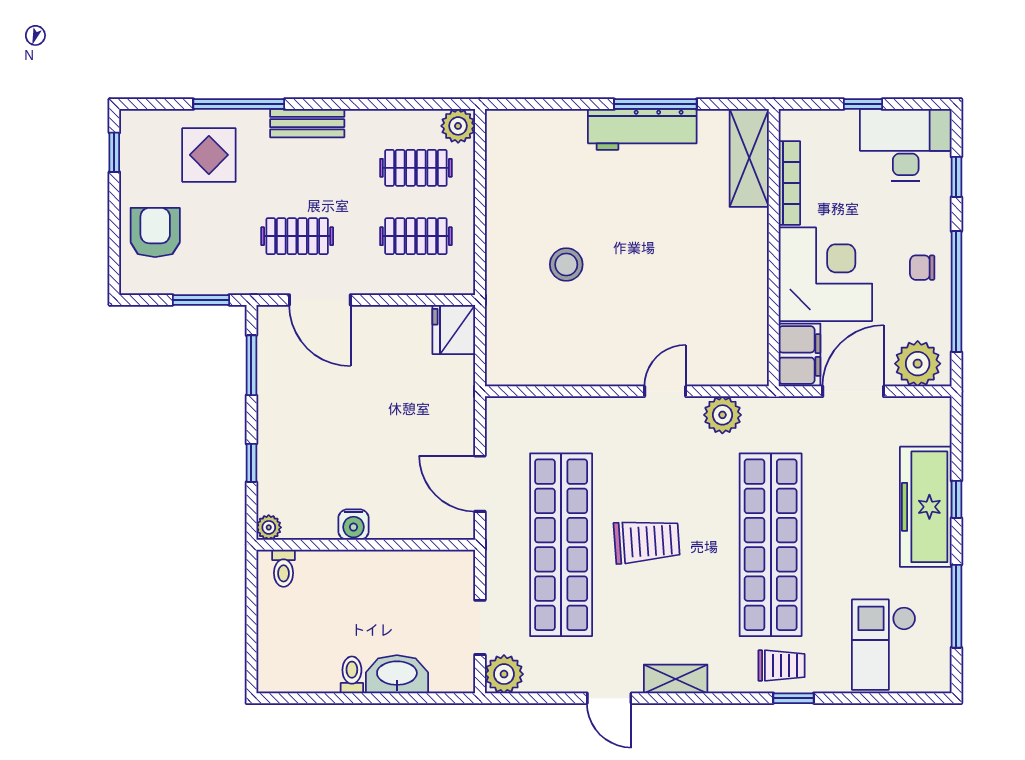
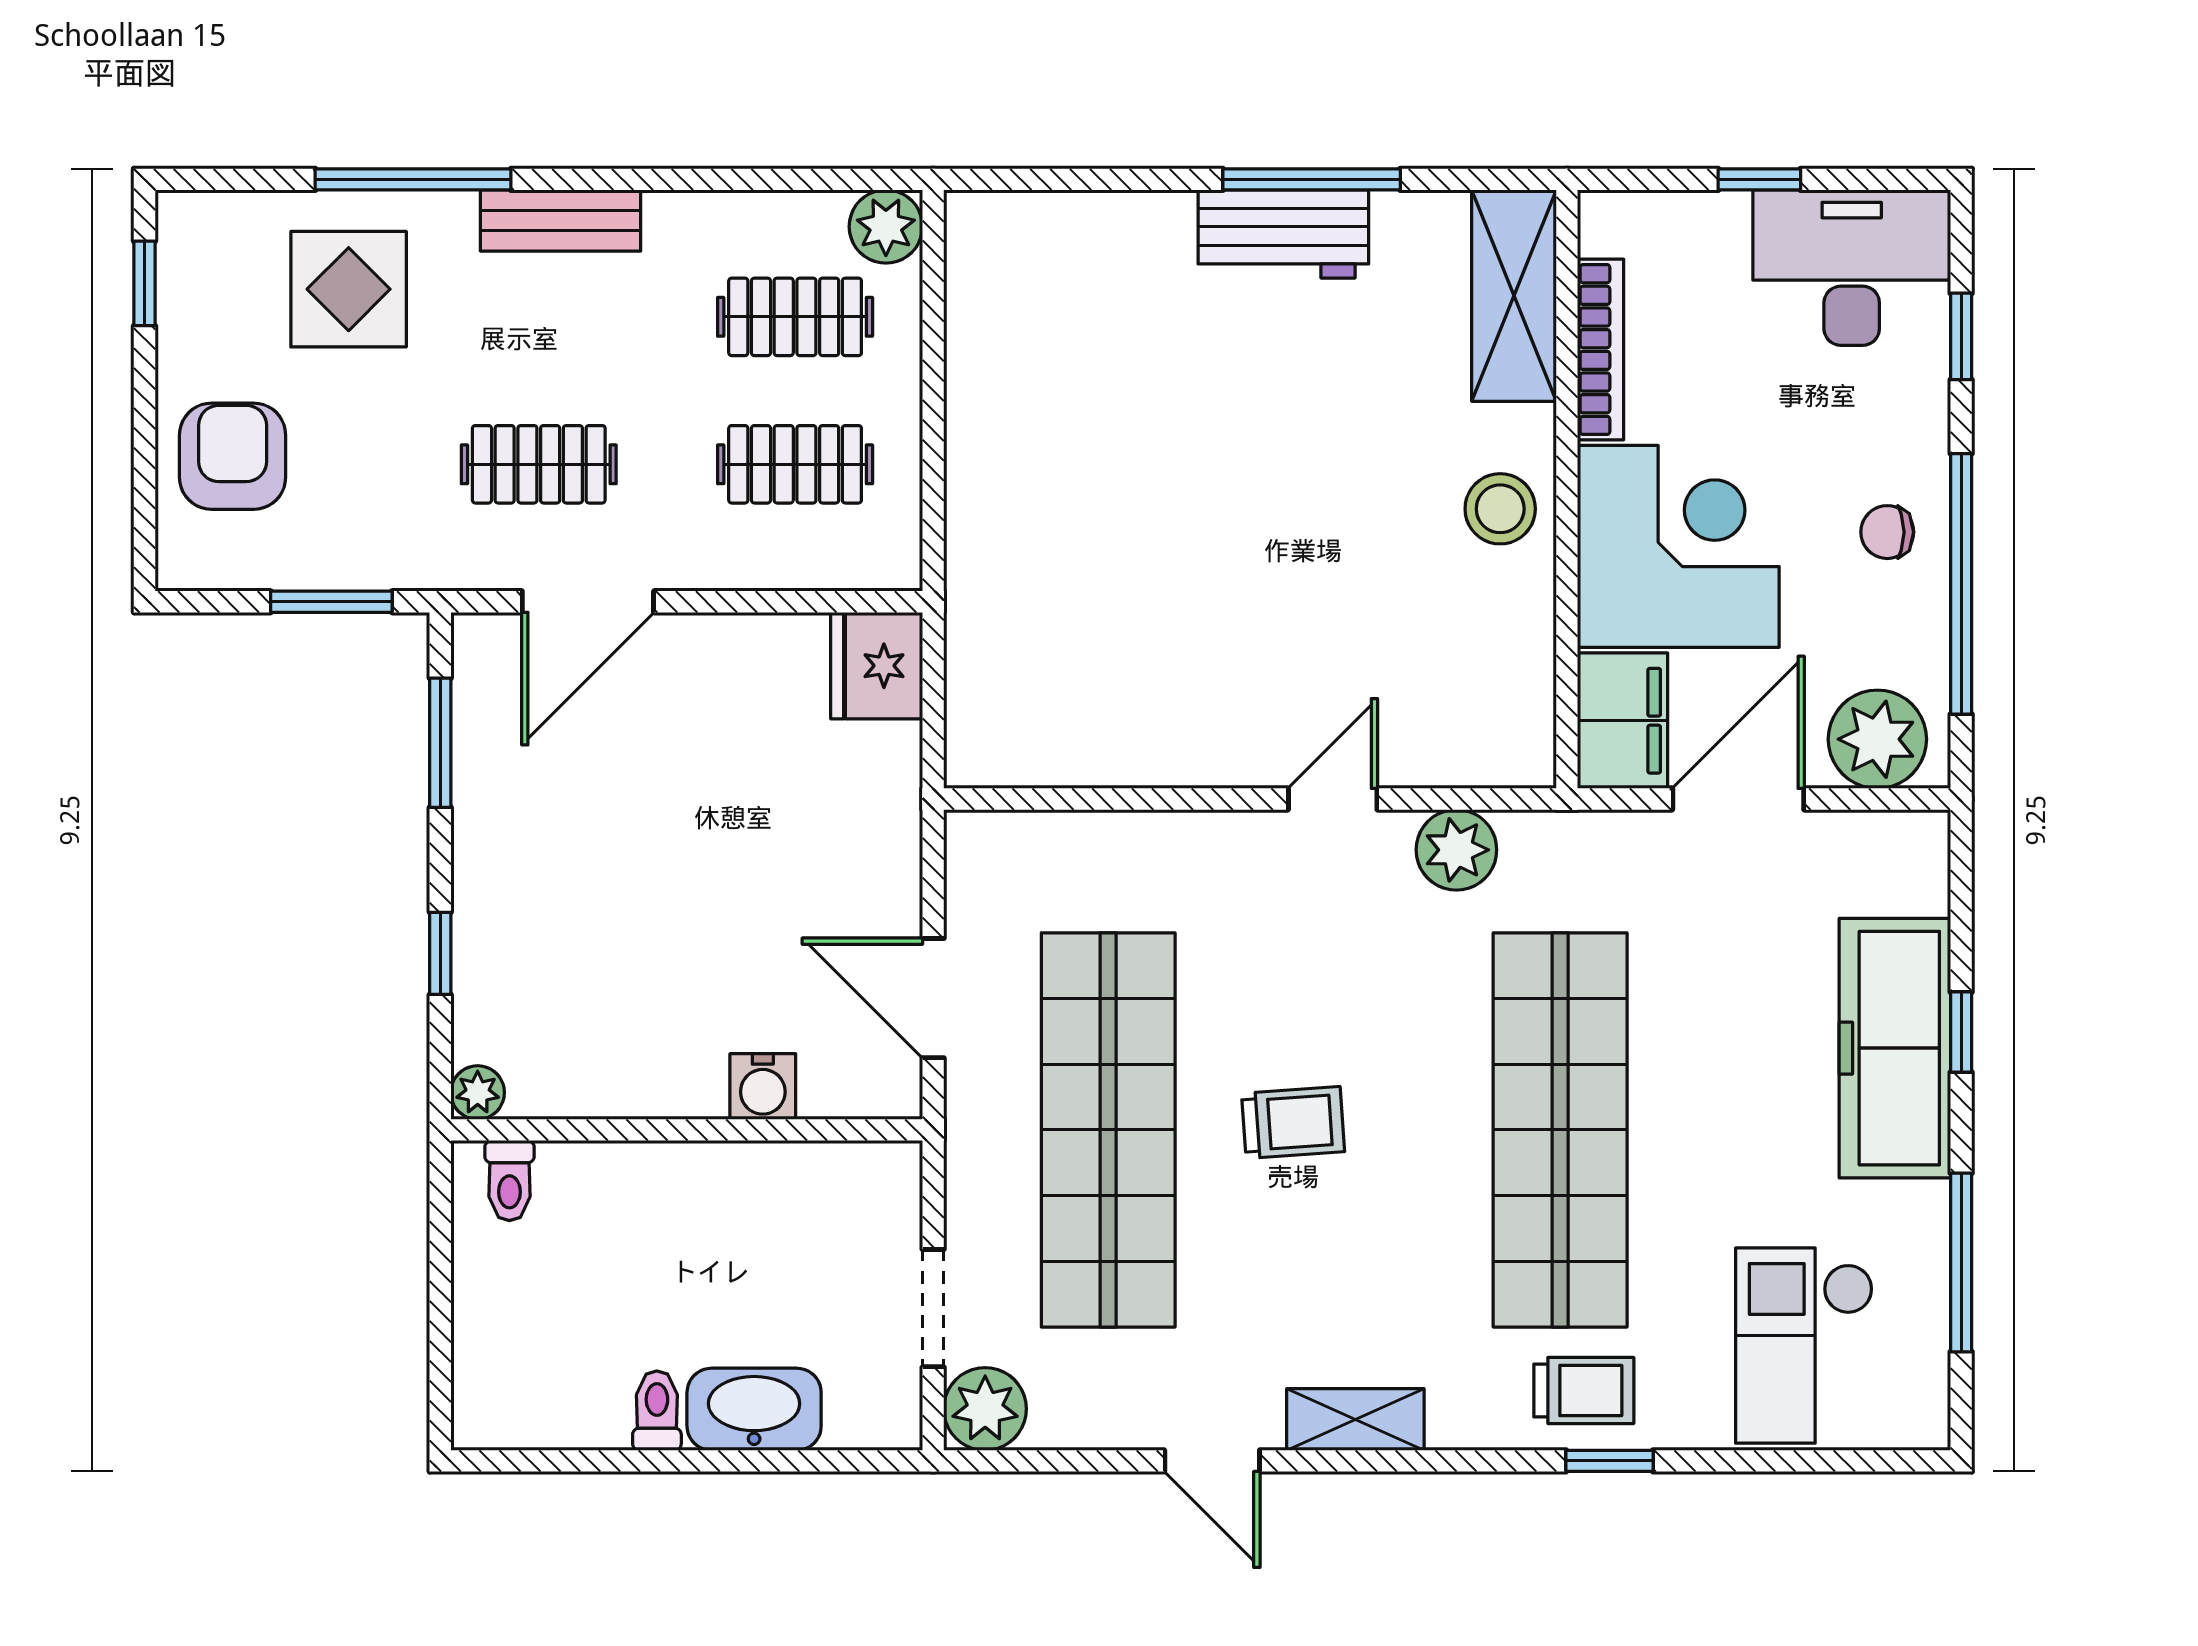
workbench: (642, 129) -> (1283, 234), width x0.73
stool: (566, 265) -> (1500, 509), moved
door: (320, 300) -> (588, 602), hinge flipped
water cooler: (353, 525) -> (763, 1087), moved
trolley: (647, 541) -> (1293, 1123), width x0.73, depth x0.72

